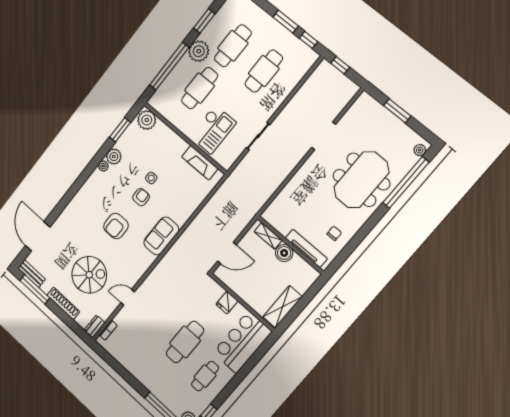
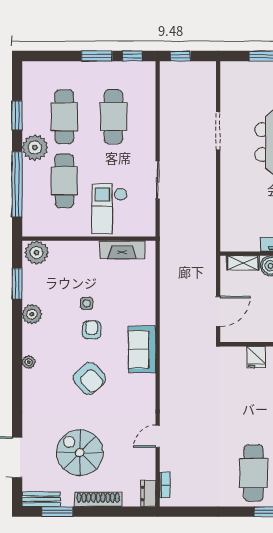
checkout: (213, 129) -> (109, 209), turned 180
plant: (103, 166) -> (29, 362), moved
armchair: (116, 226) -> (89, 378), turned -42
spiral stairs: (89, 275) -> (80, 453), moved, turned -90
window: (35, 289) -> (57, 512), width x0.69
cafe table: (185, 342) -> (253, 473), moved

